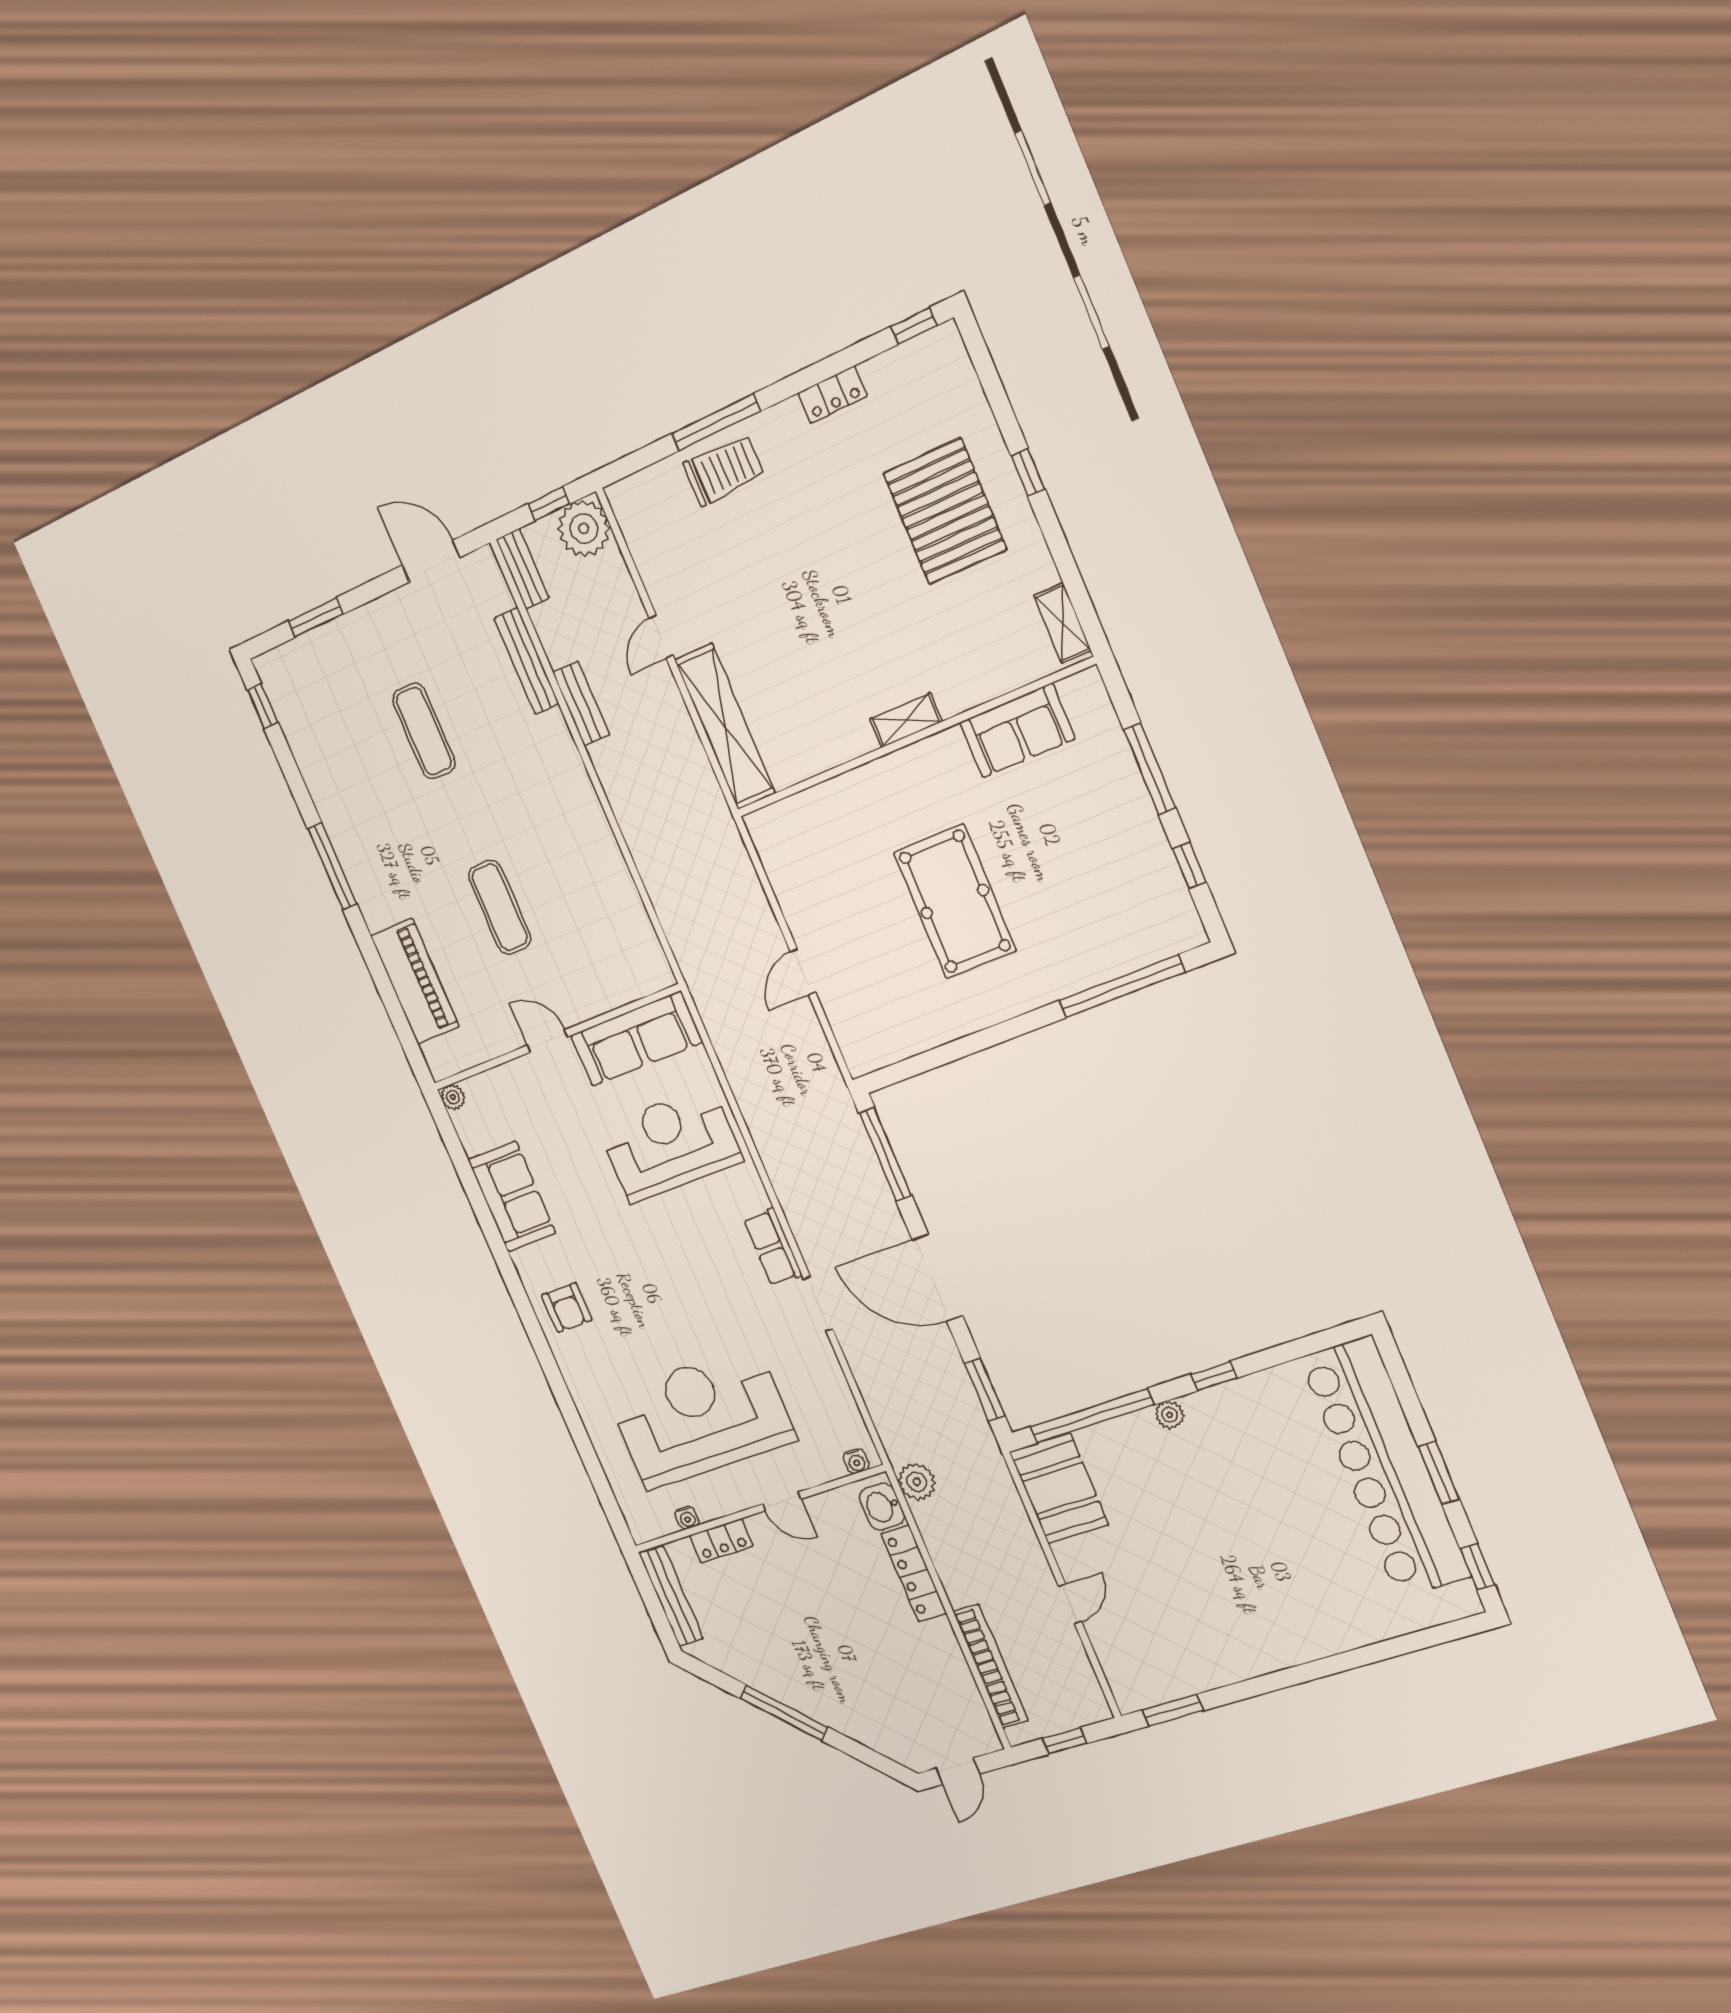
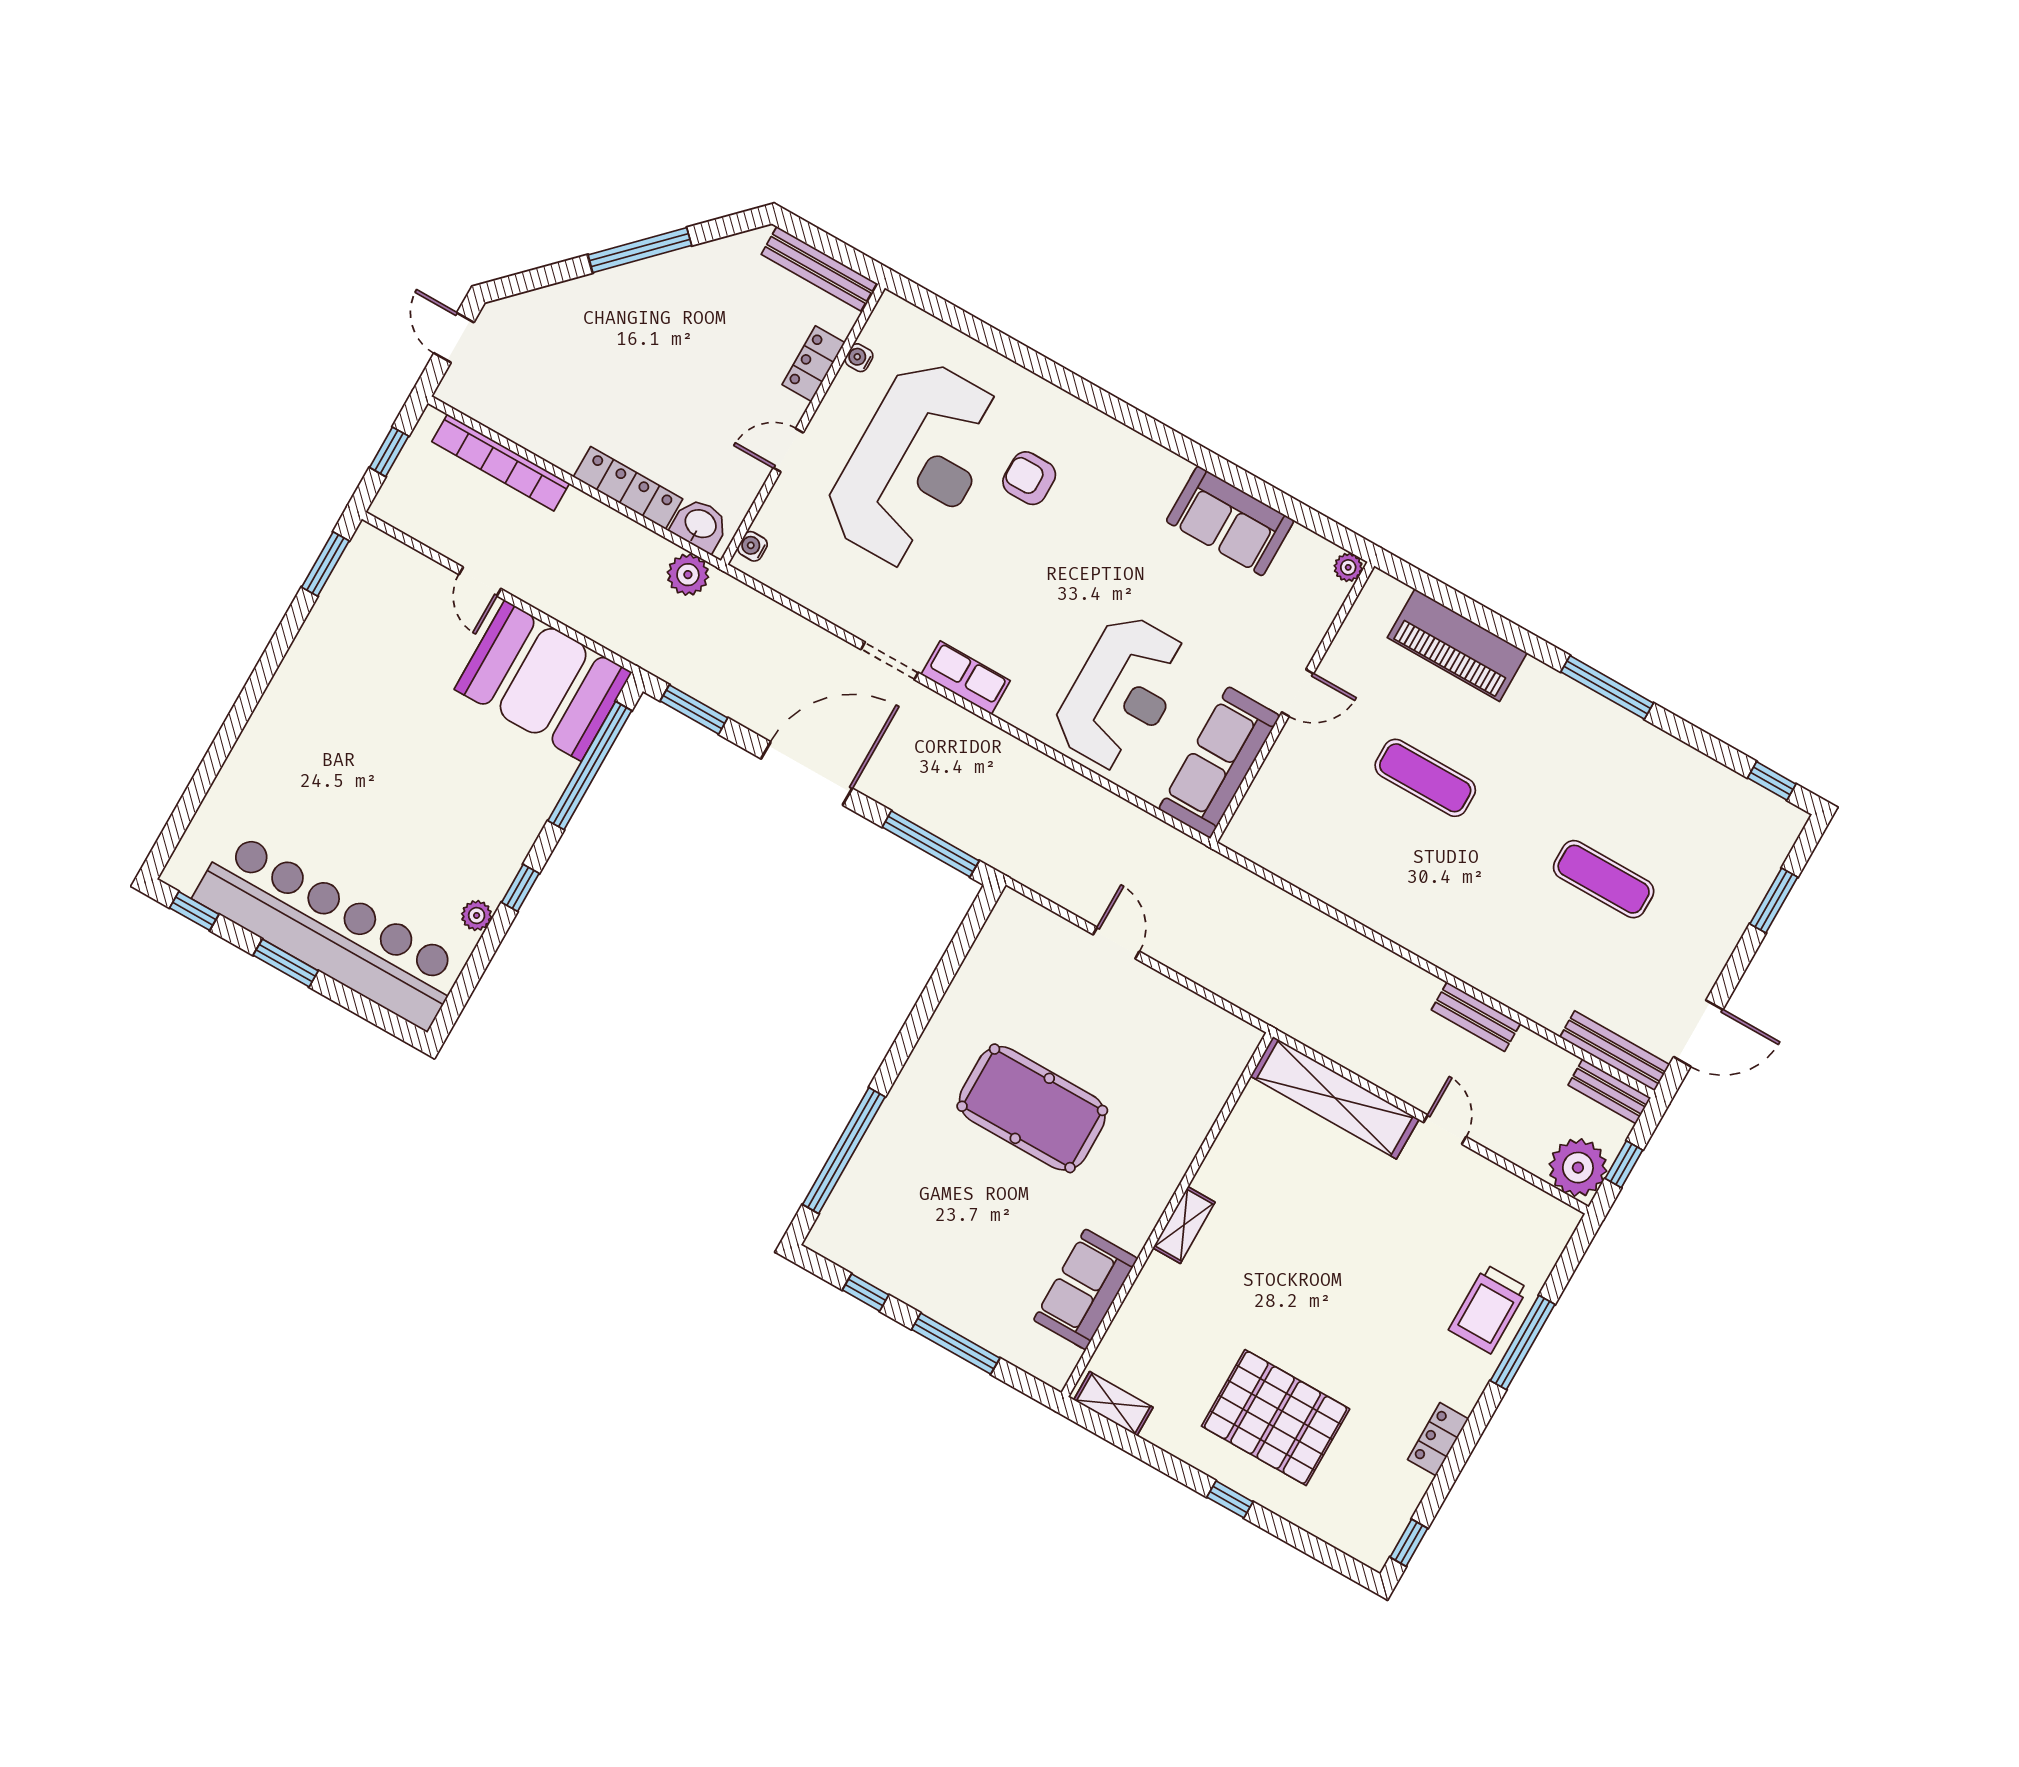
bench: (526, 661) -> (1615, 1051), moved
armchair: (567, 1308) -> (1029, 478), moved
plant: (1170, 1415) -> (477, 915), moved
booth: (1059, 1488) -> (543, 681), width x1.36, depth x1.42

